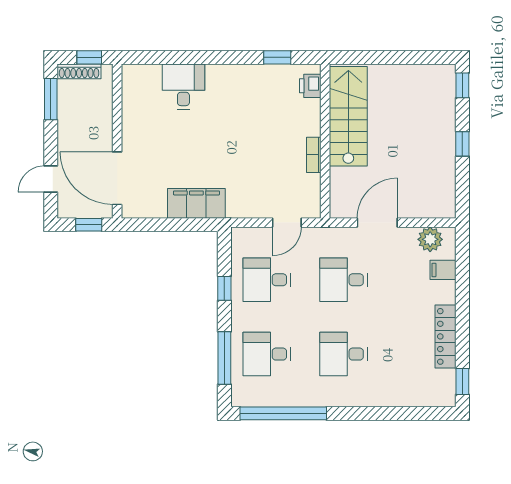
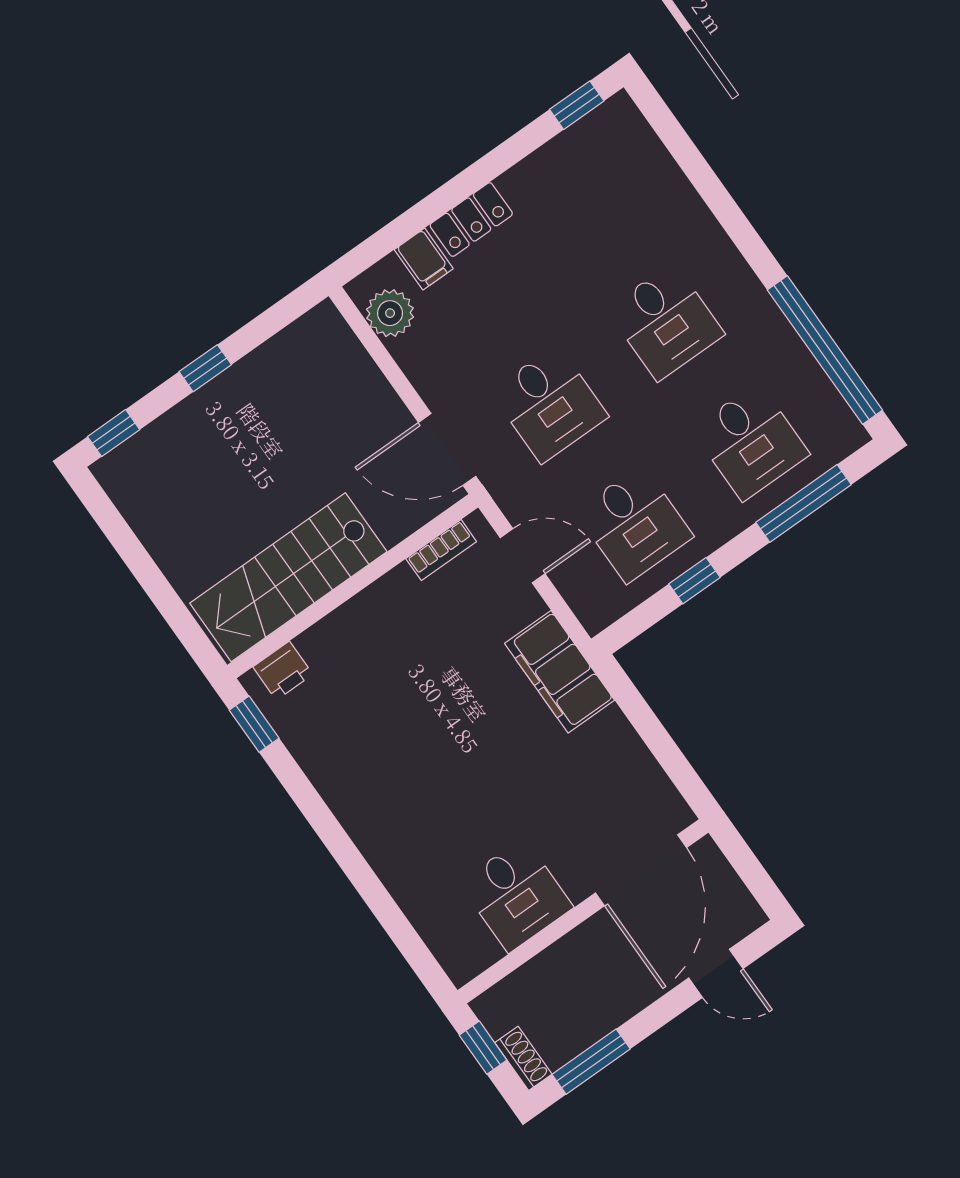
window: (277, 57) -> (254, 724), moved
shoe rack: (79, 71) -> (523, 1058), width x0.70
desk: (183, 87) -> (516, 895), moved, turned -90
bookcase: (314, 155) -> (441, 550), moved
filing cabinet: (196, 203) -> (560, 672), moved
door: (377, 223) -> (447, 449), moved
window: (89, 225) -> (745, 863), removed
locker: (446, 336) -> (471, 220), moved, width x0.66

